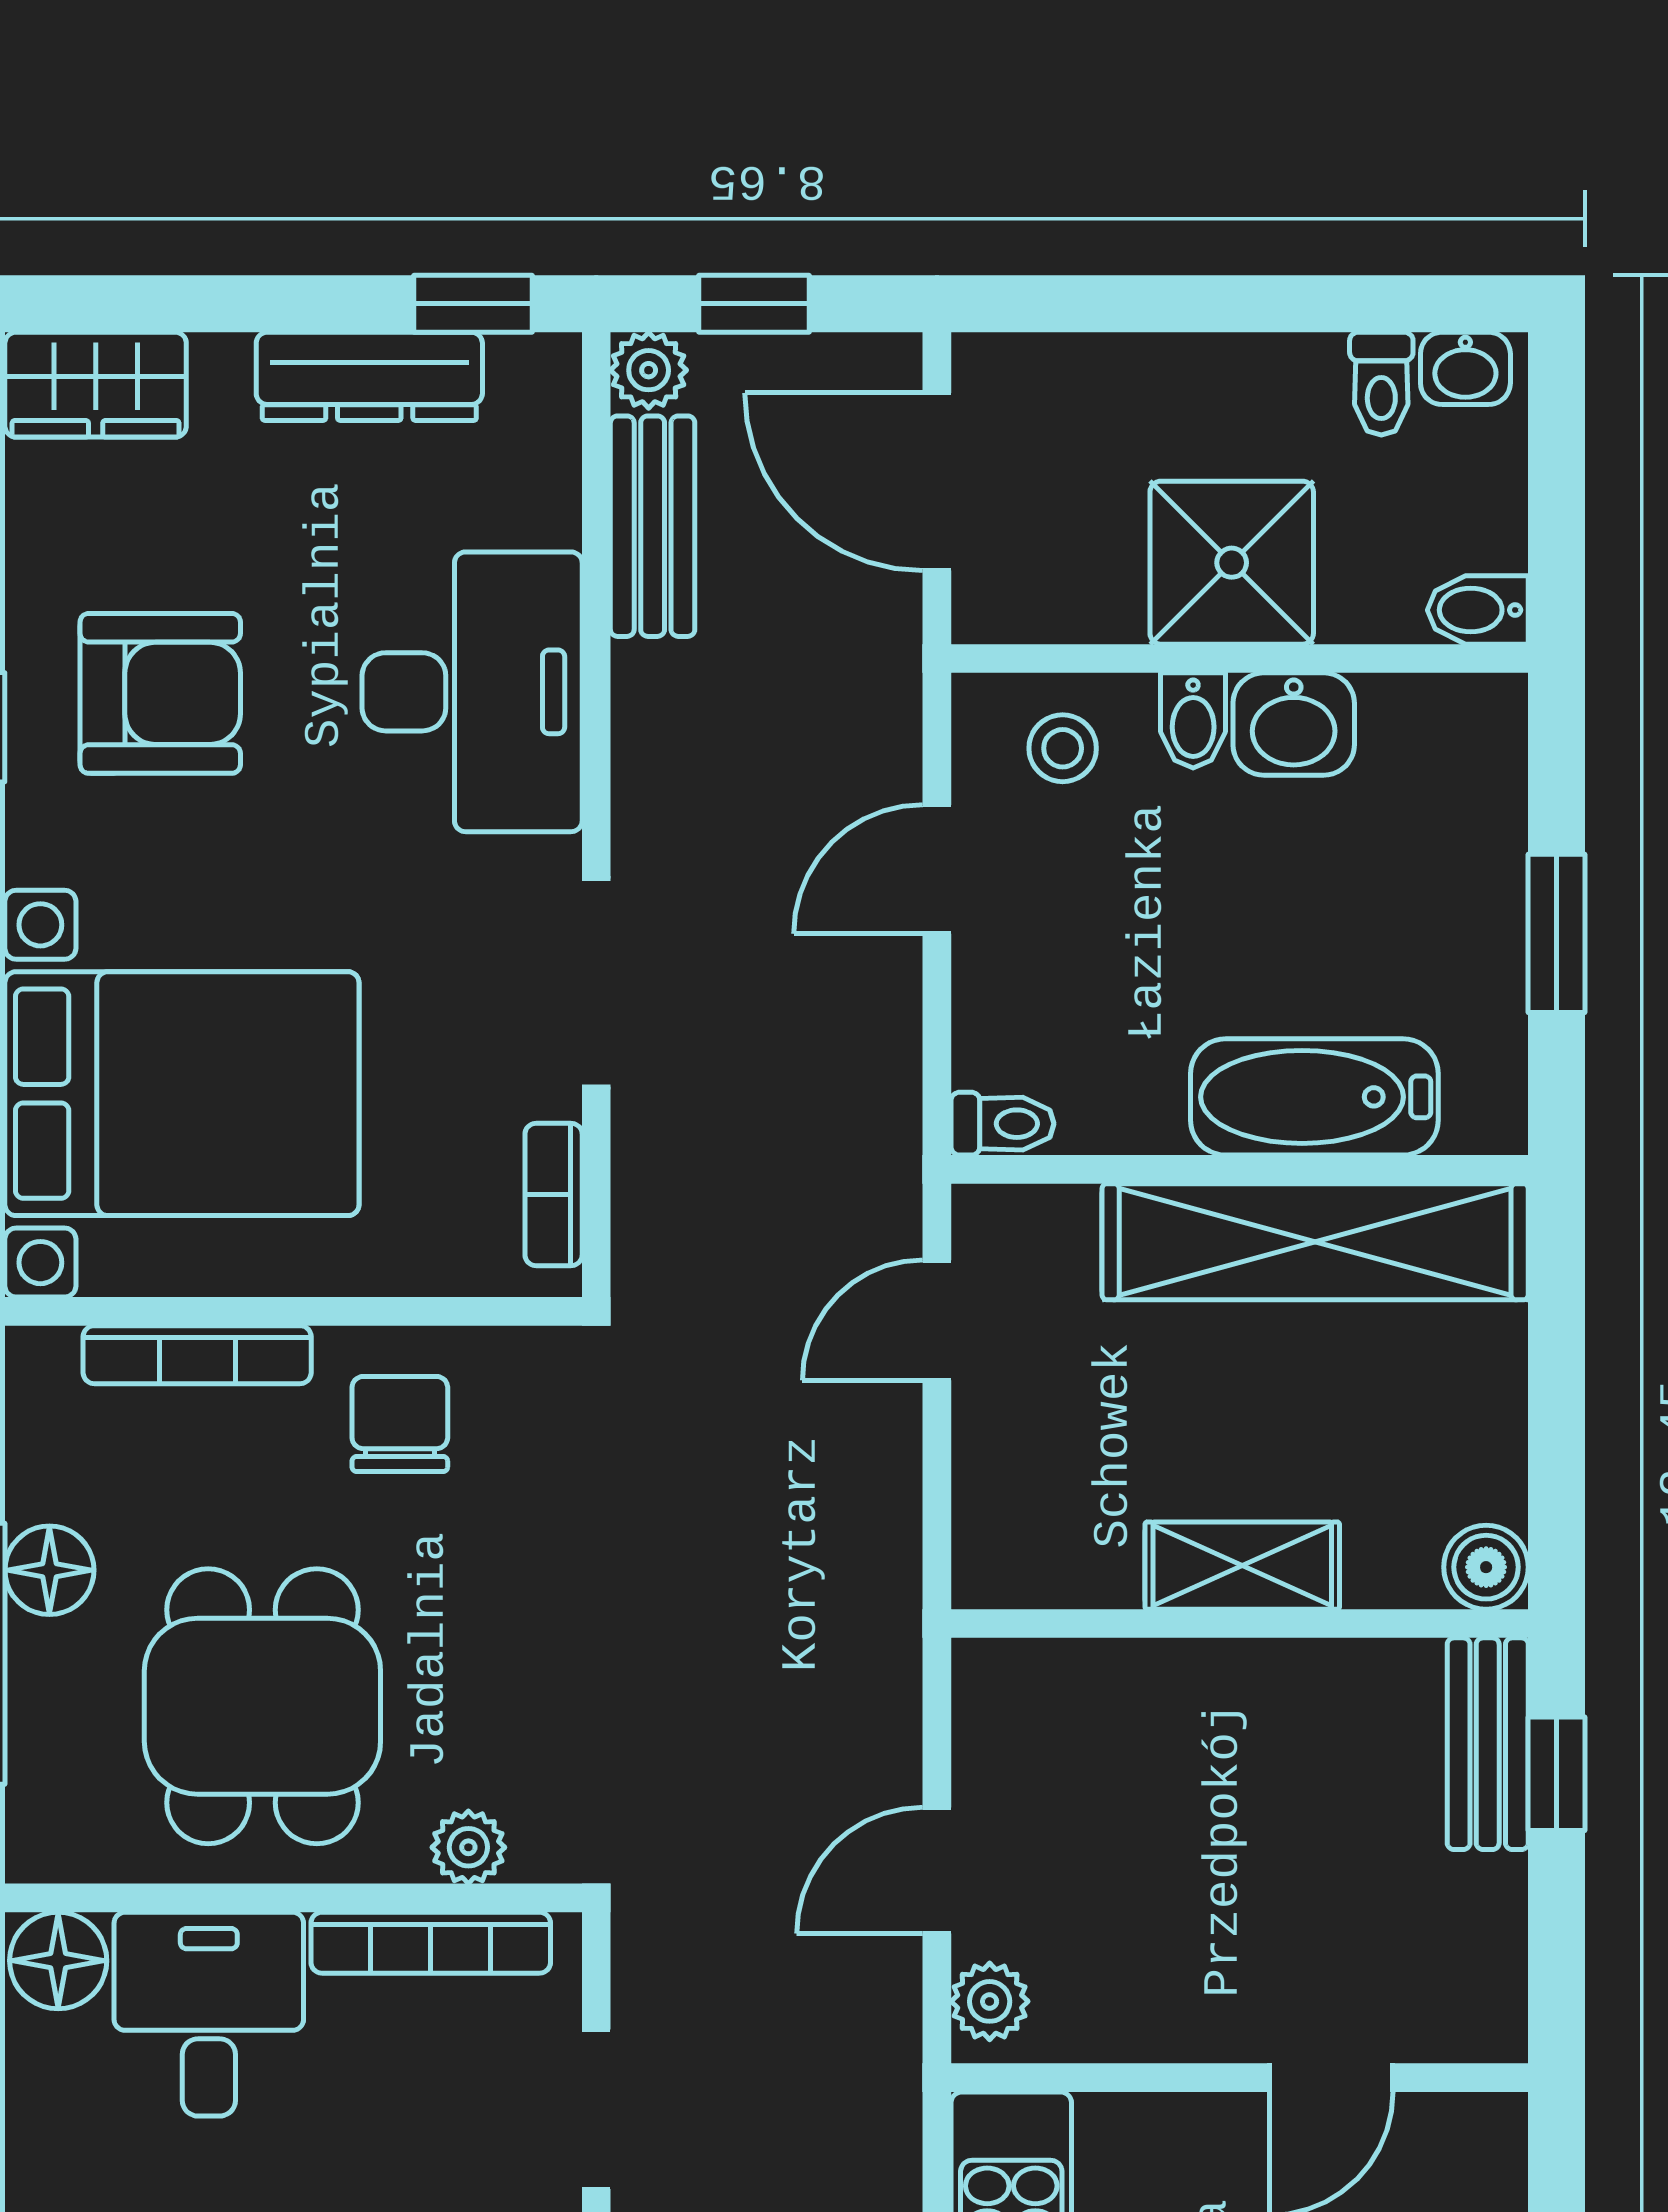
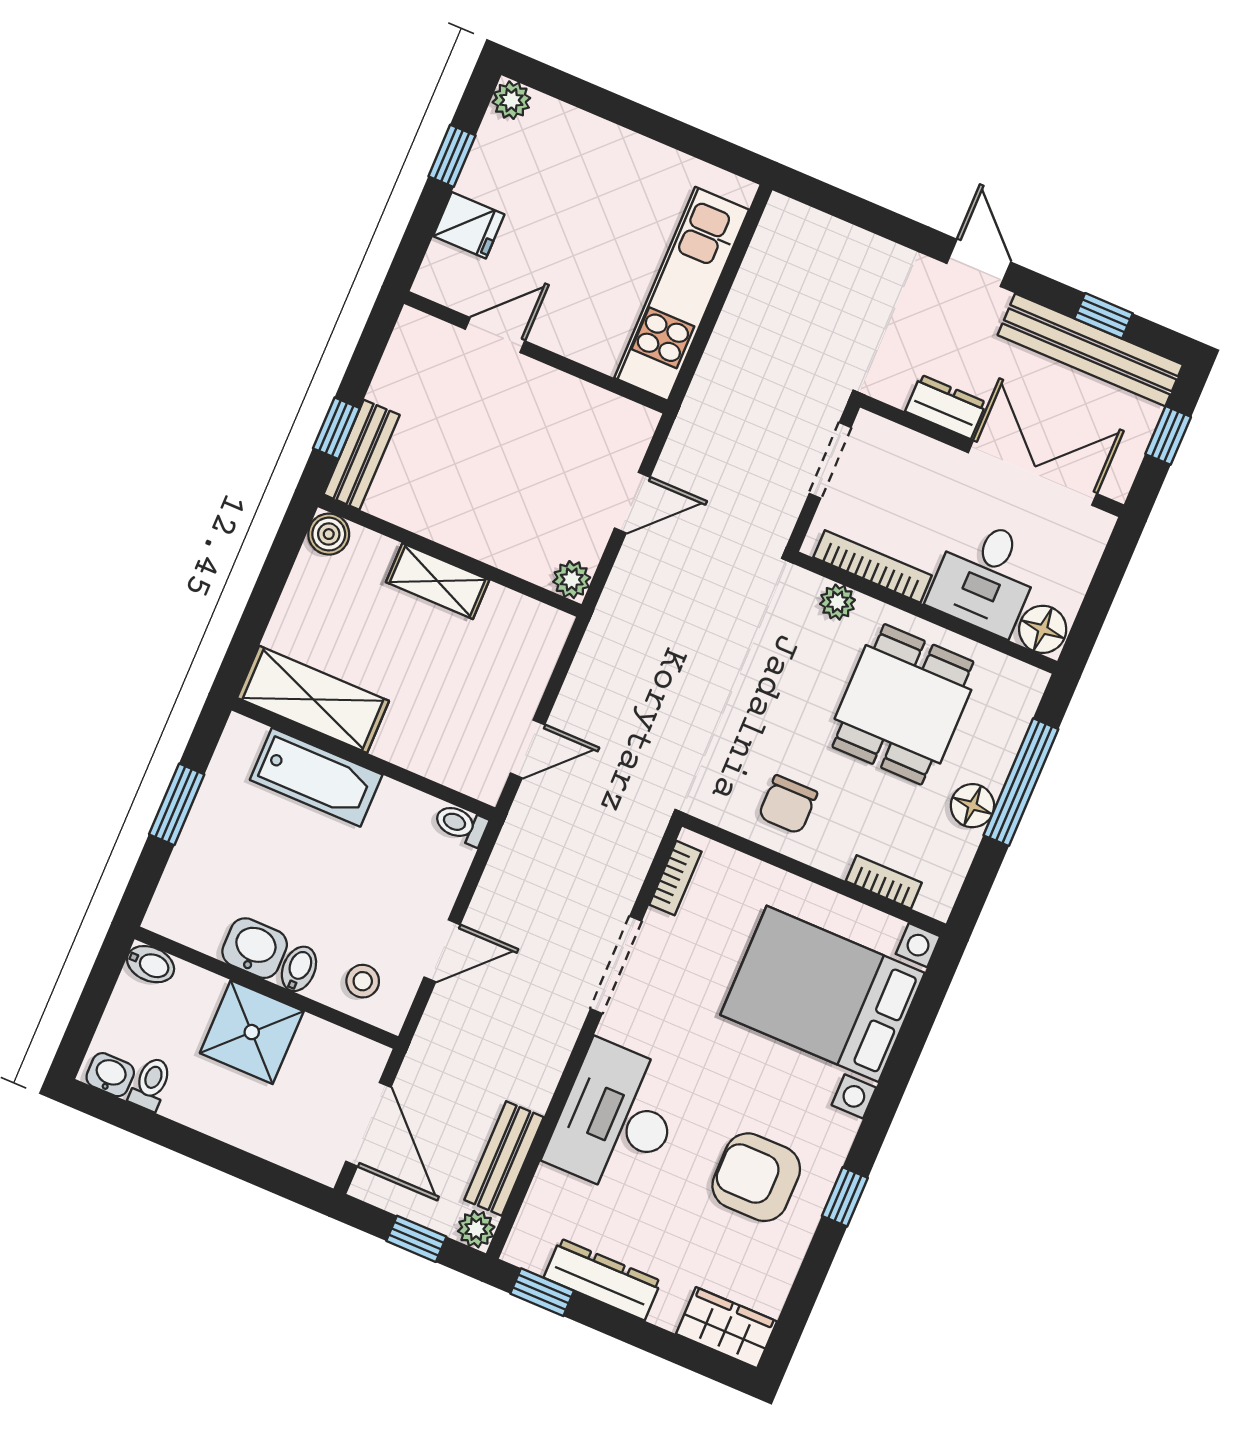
shelving: (1315, 1242) -> (313, 699), width x0.68
bookcase: (197, 1355) -> (884, 882), width x0.64
plant: (990, 2001) -> (572, 580), moved

